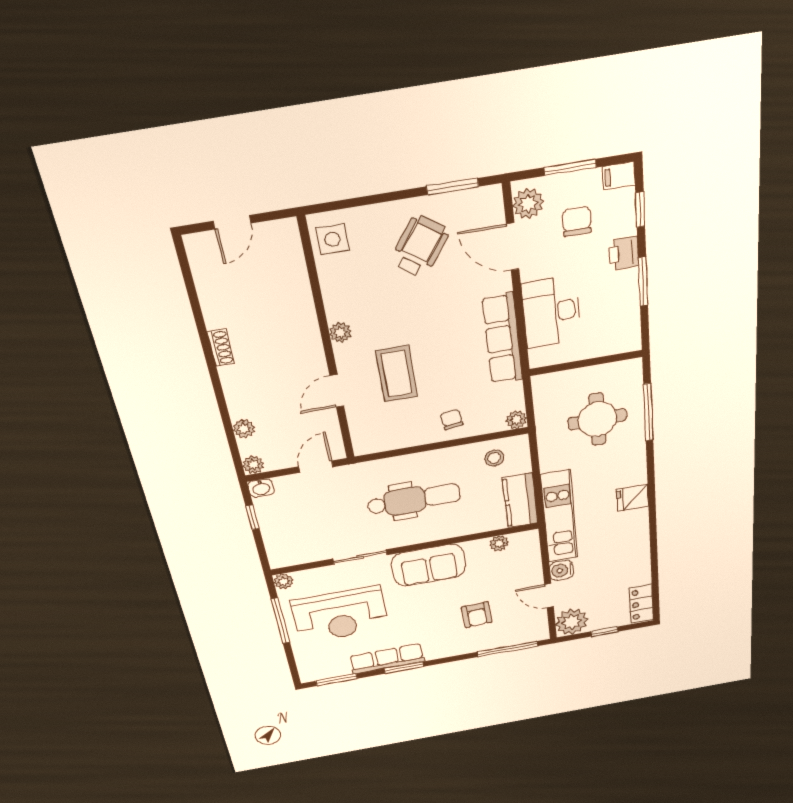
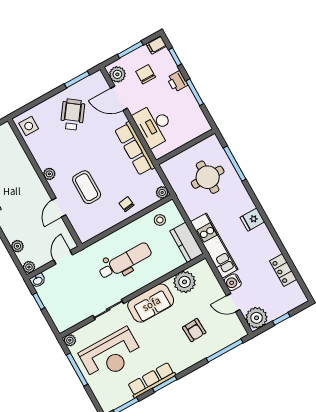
plant: (499, 543) -> (185, 282), width x1.88, depth x1.88
locker: (641, 604) -> (283, 270), moved

